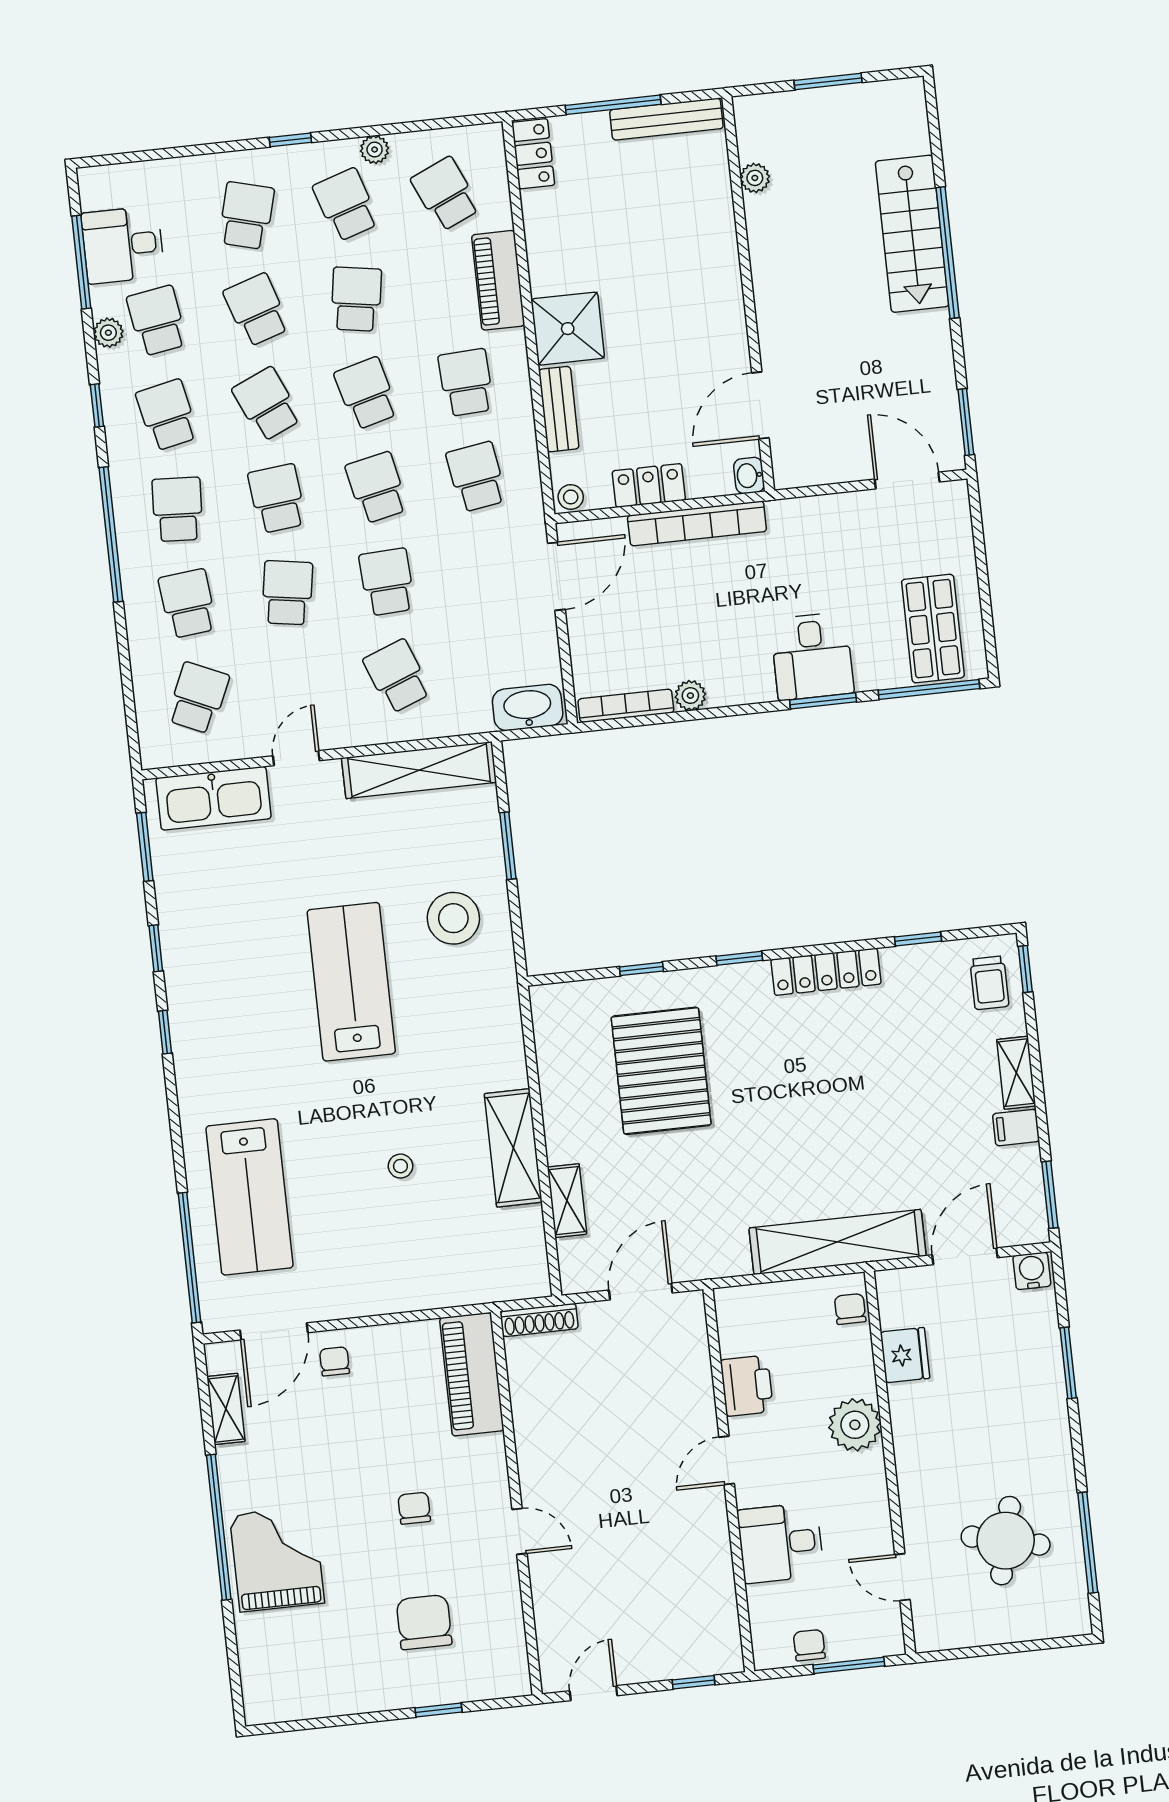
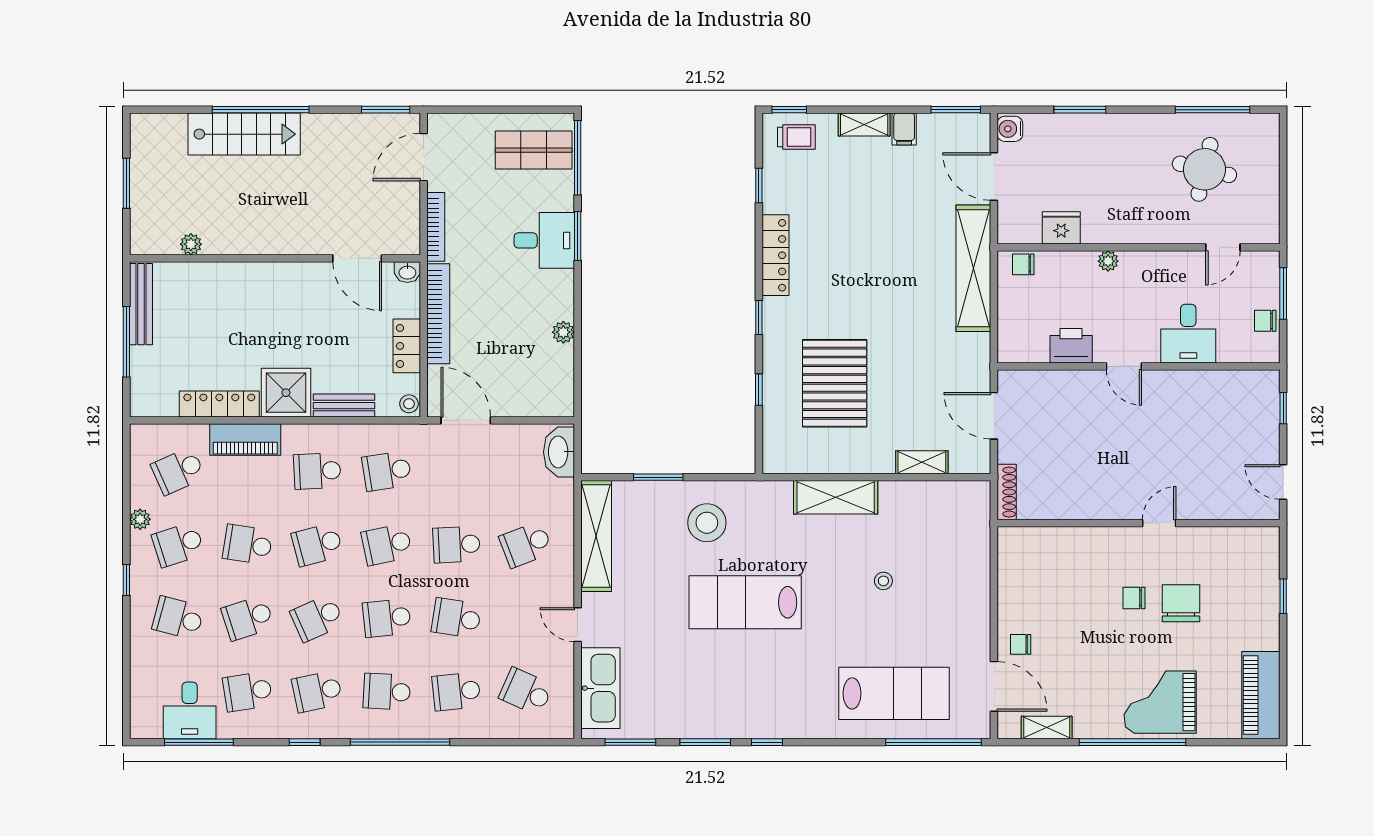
locker: (533, 154) -> (219, 404), moved, width x1.53
plant: (108, 333) -> (253, 728), removed
bookcase: (626, 706) -> (436, 227), moved, turned 180
window: (156, 948) -> (705, 742), width x1.50
pallet: (661, 1071) -> (835, 383), turned 90
shelving: (513, 1148) -> (836, 497), moved
piano: (472, 1374) -> (1261, 695), moved, turned 90
plant: (855, 1425) -> (1108, 261), width x0.53, depth x0.53
chair: (424, 1622) -> (1181, 603), moved, turned 90

